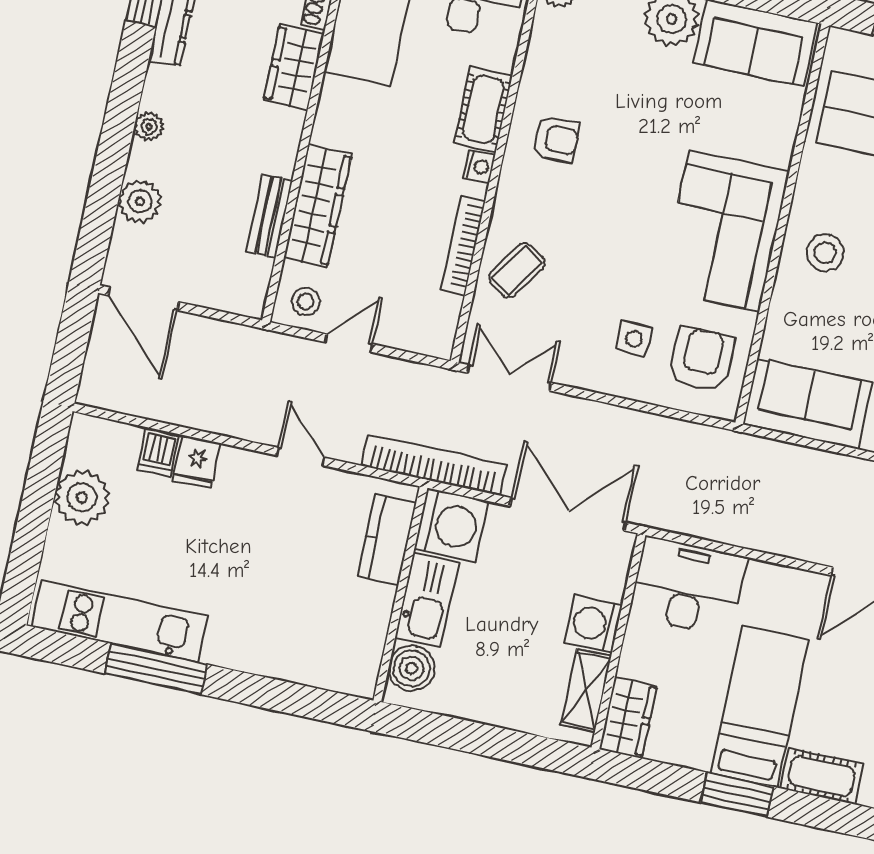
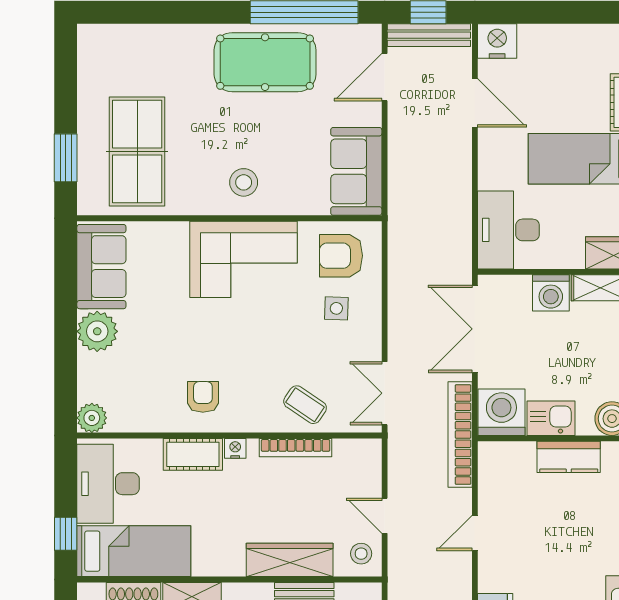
kitchen counter: (387, 540) -> (569, 457), moved
kitchen sink: (427, 600) -> (551, 418), width x0.73

